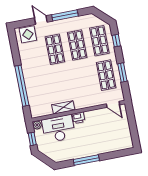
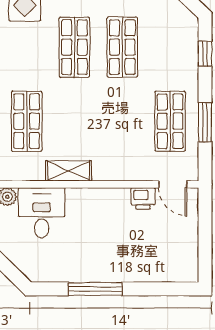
shop shelf: (99, 41) -> (27, 121), moved
printer: (79, 118) -> (143, 198), moved
desk: (59, 129) -> (42, 213), width x0.73

